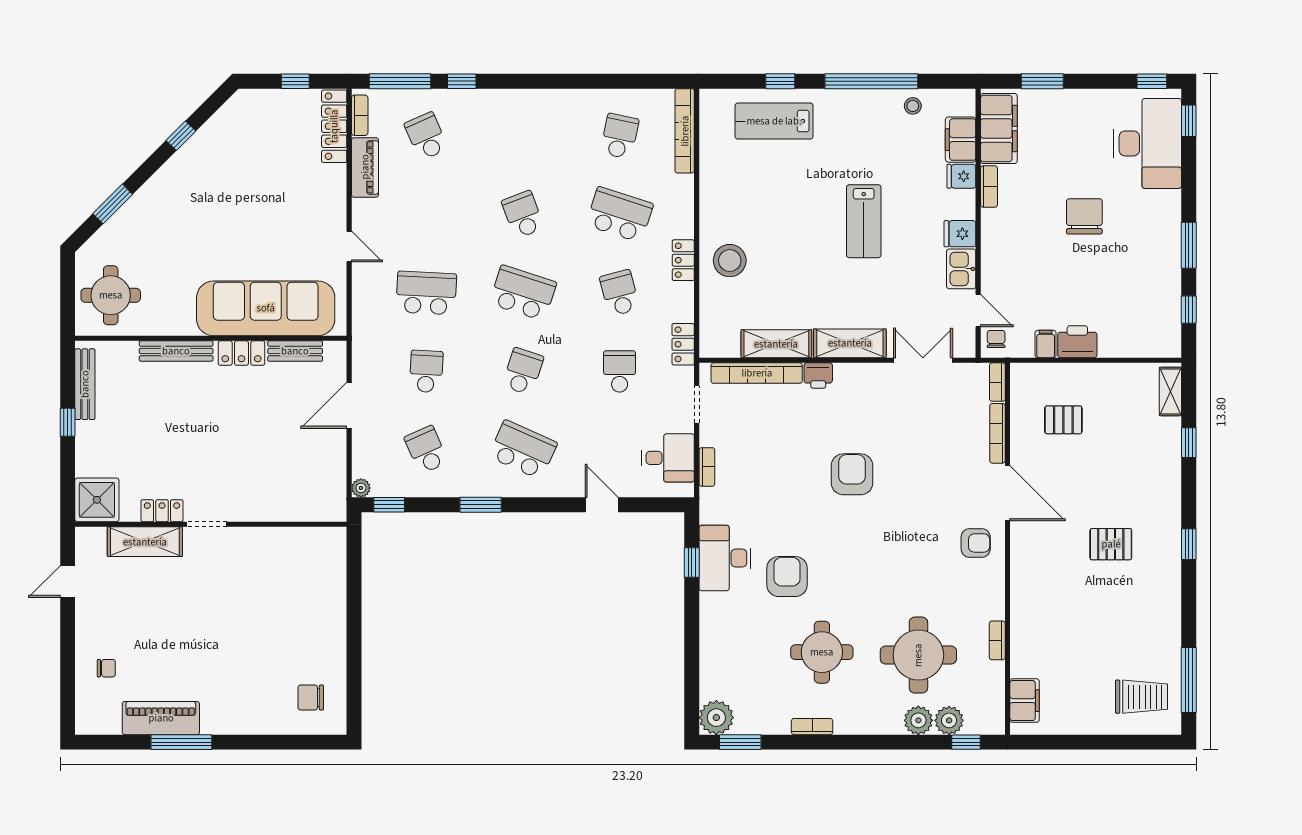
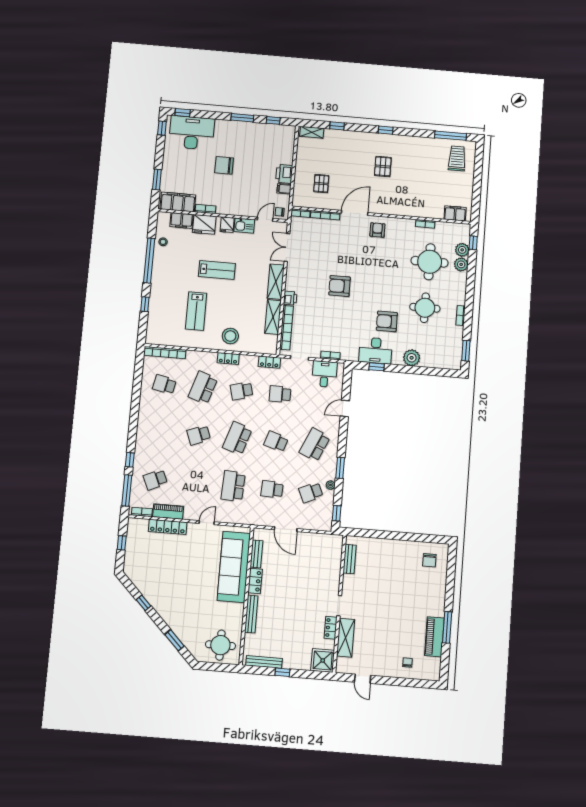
lab bench: (774, 121) -> (196, 311), moved
locker: (334, 126) -> (168, 527), moved
fridge: (961, 176) -> (204, 224), width x1.88, depth x1.34
plant: (361, 488) -> (330, 485), moved
bench: (300, 538) -> (350, 559), added
plant: (716, 718) -> (412, 358), moved

